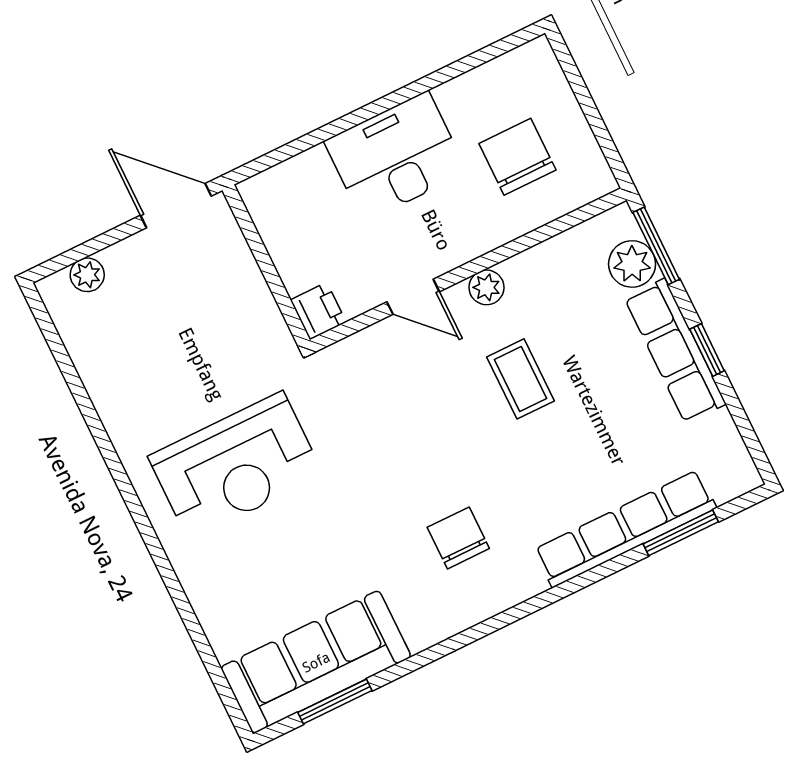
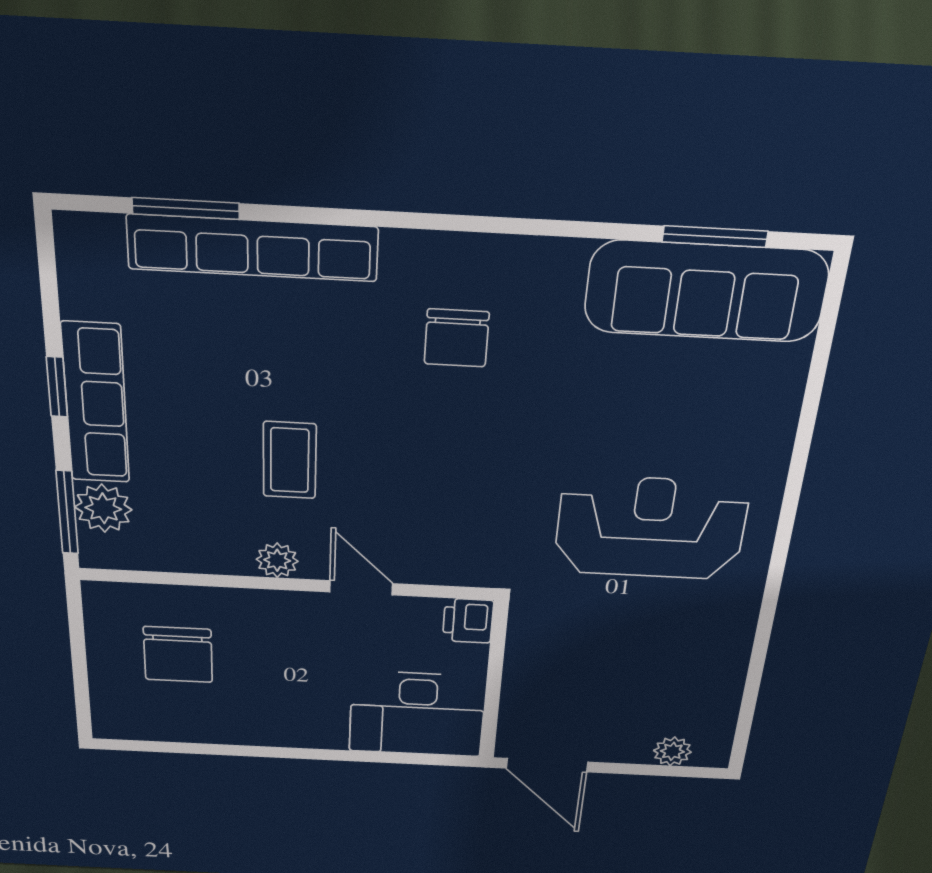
desk: (396, 157) -> (417, 714), moved

